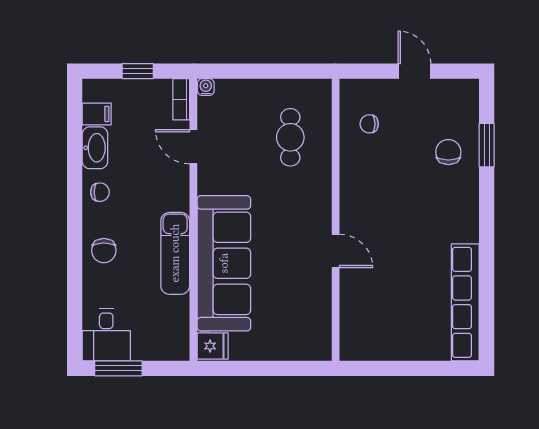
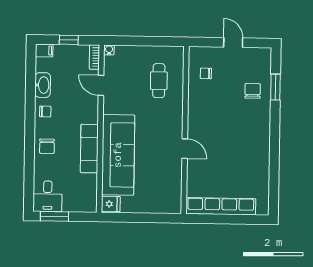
filing cabinet: (97, 114) -> (44, 50), moved
row of seats: (465, 302) -> (221, 206), moved, turned 90

